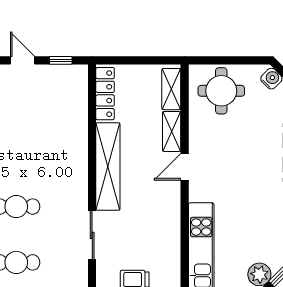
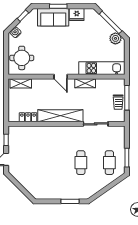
locker: (105, 94) -> (28, 117), width x0.66
shelving: (172, 131) -> (85, 83), moved

